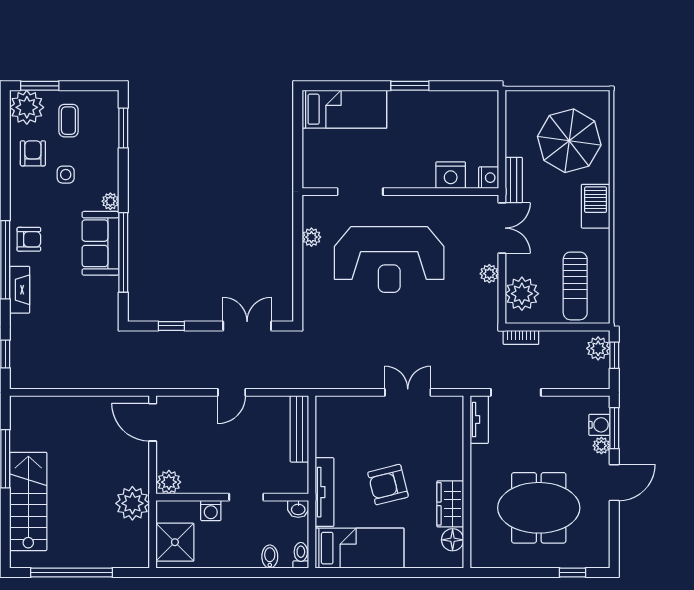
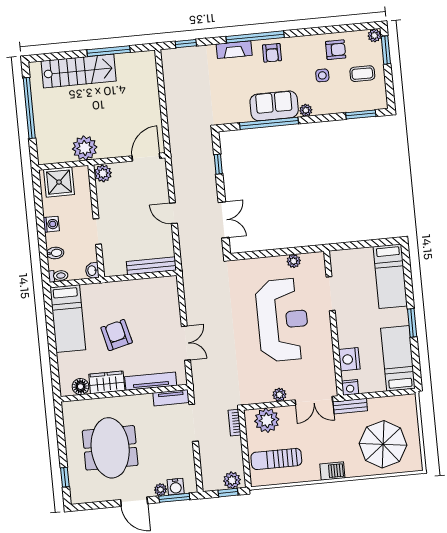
plant: (27, 107) -> (374, 35), width x0.53, depth x0.53
bed: (456, 109) -> (398, 358), added
barbecue: (596, 206) -> (332, 471), width x0.73, depth x0.79
reception desk: (389, 260) -> (283, 320), turned 180
tv unit: (325, 492) -> (151, 381), moved, turned 180
washing machine: (211, 511) -> (51, 224), moved, turned 180

